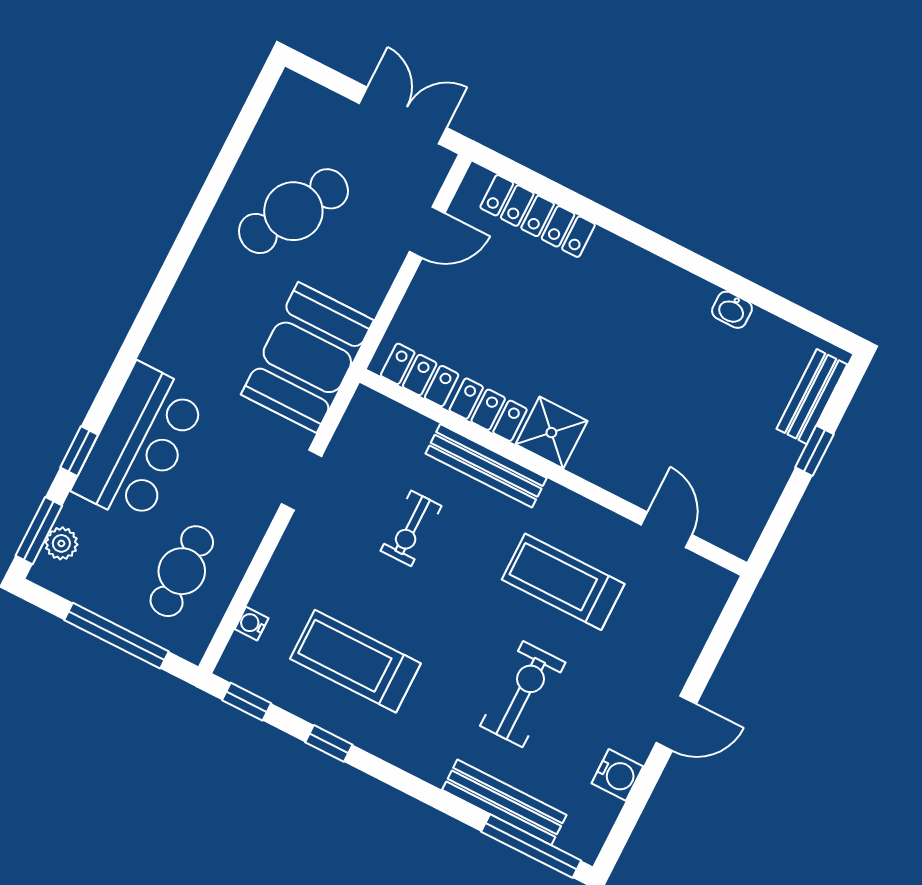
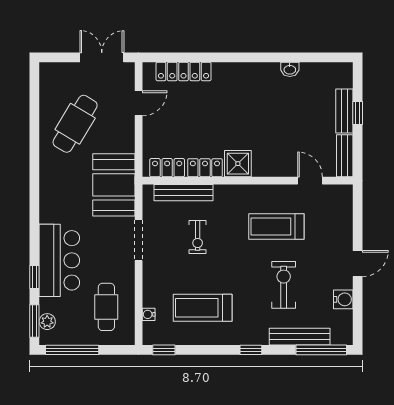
bench: (812, 397) -> (344, 111), moved
bench: (486, 466) -> (184, 193), moved
doorway: (302, 480) -> (139, 240), width x1.38
bench: (752, 516) -> (345, 156), added
window: (116, 636) -> (72, 350), moved
window: (329, 743) -> (251, 350), moved

